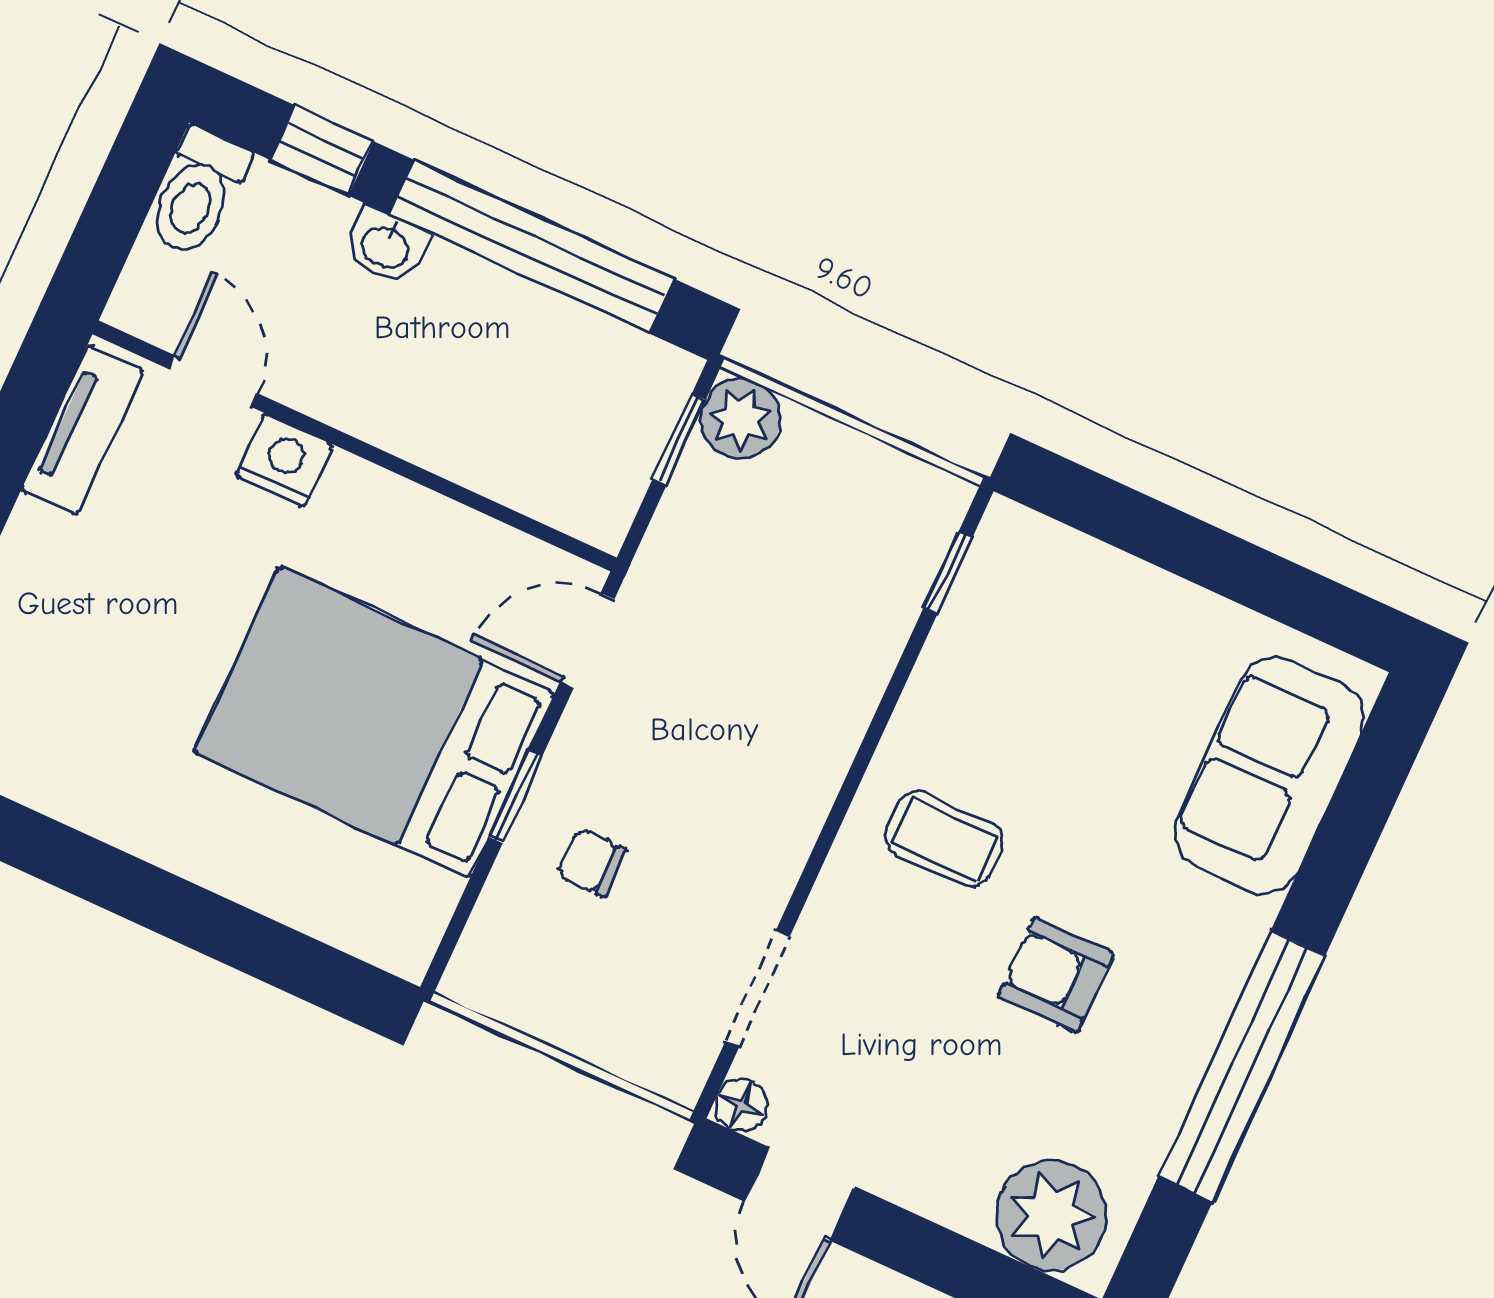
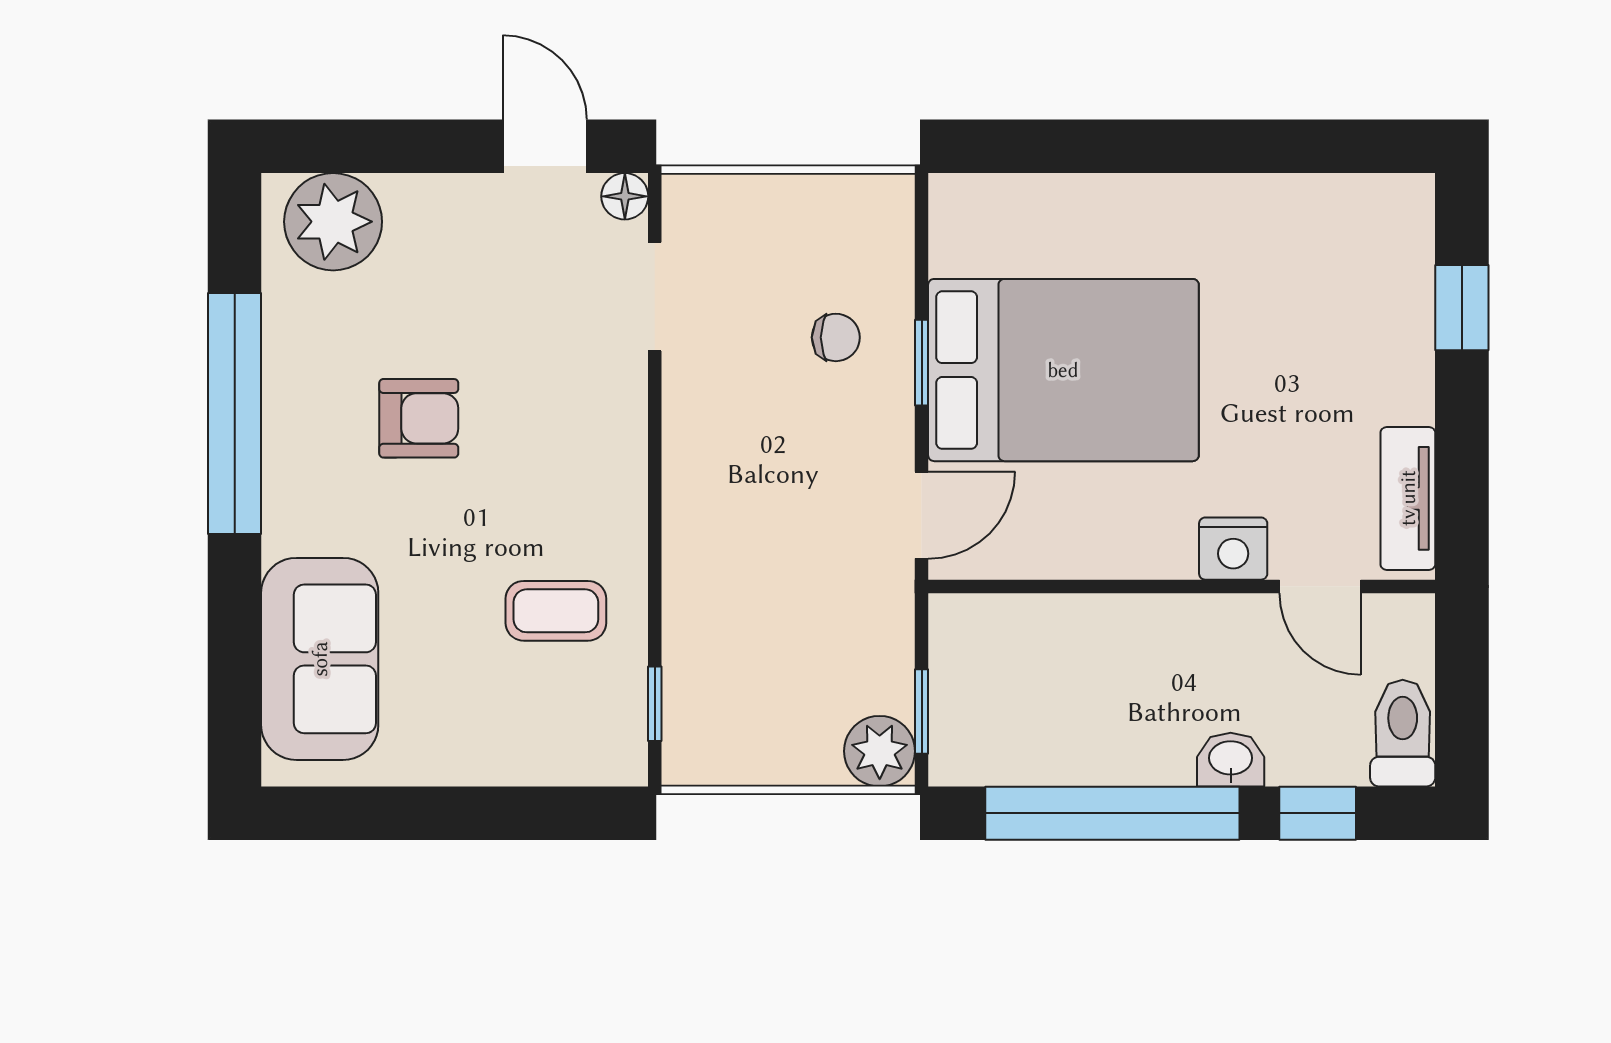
coffee table: (944, 839) -> (556, 611), moved

